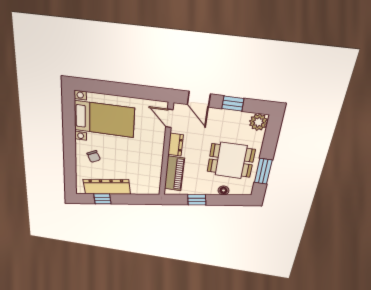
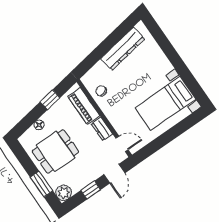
door: (199, 99) -> (114, 174), swing flipped
chair: (94, 156) -> (101, 91), moved
window: (263, 171) -> (41, 184), moved
window: (102, 199) -> (118, 34), removed

